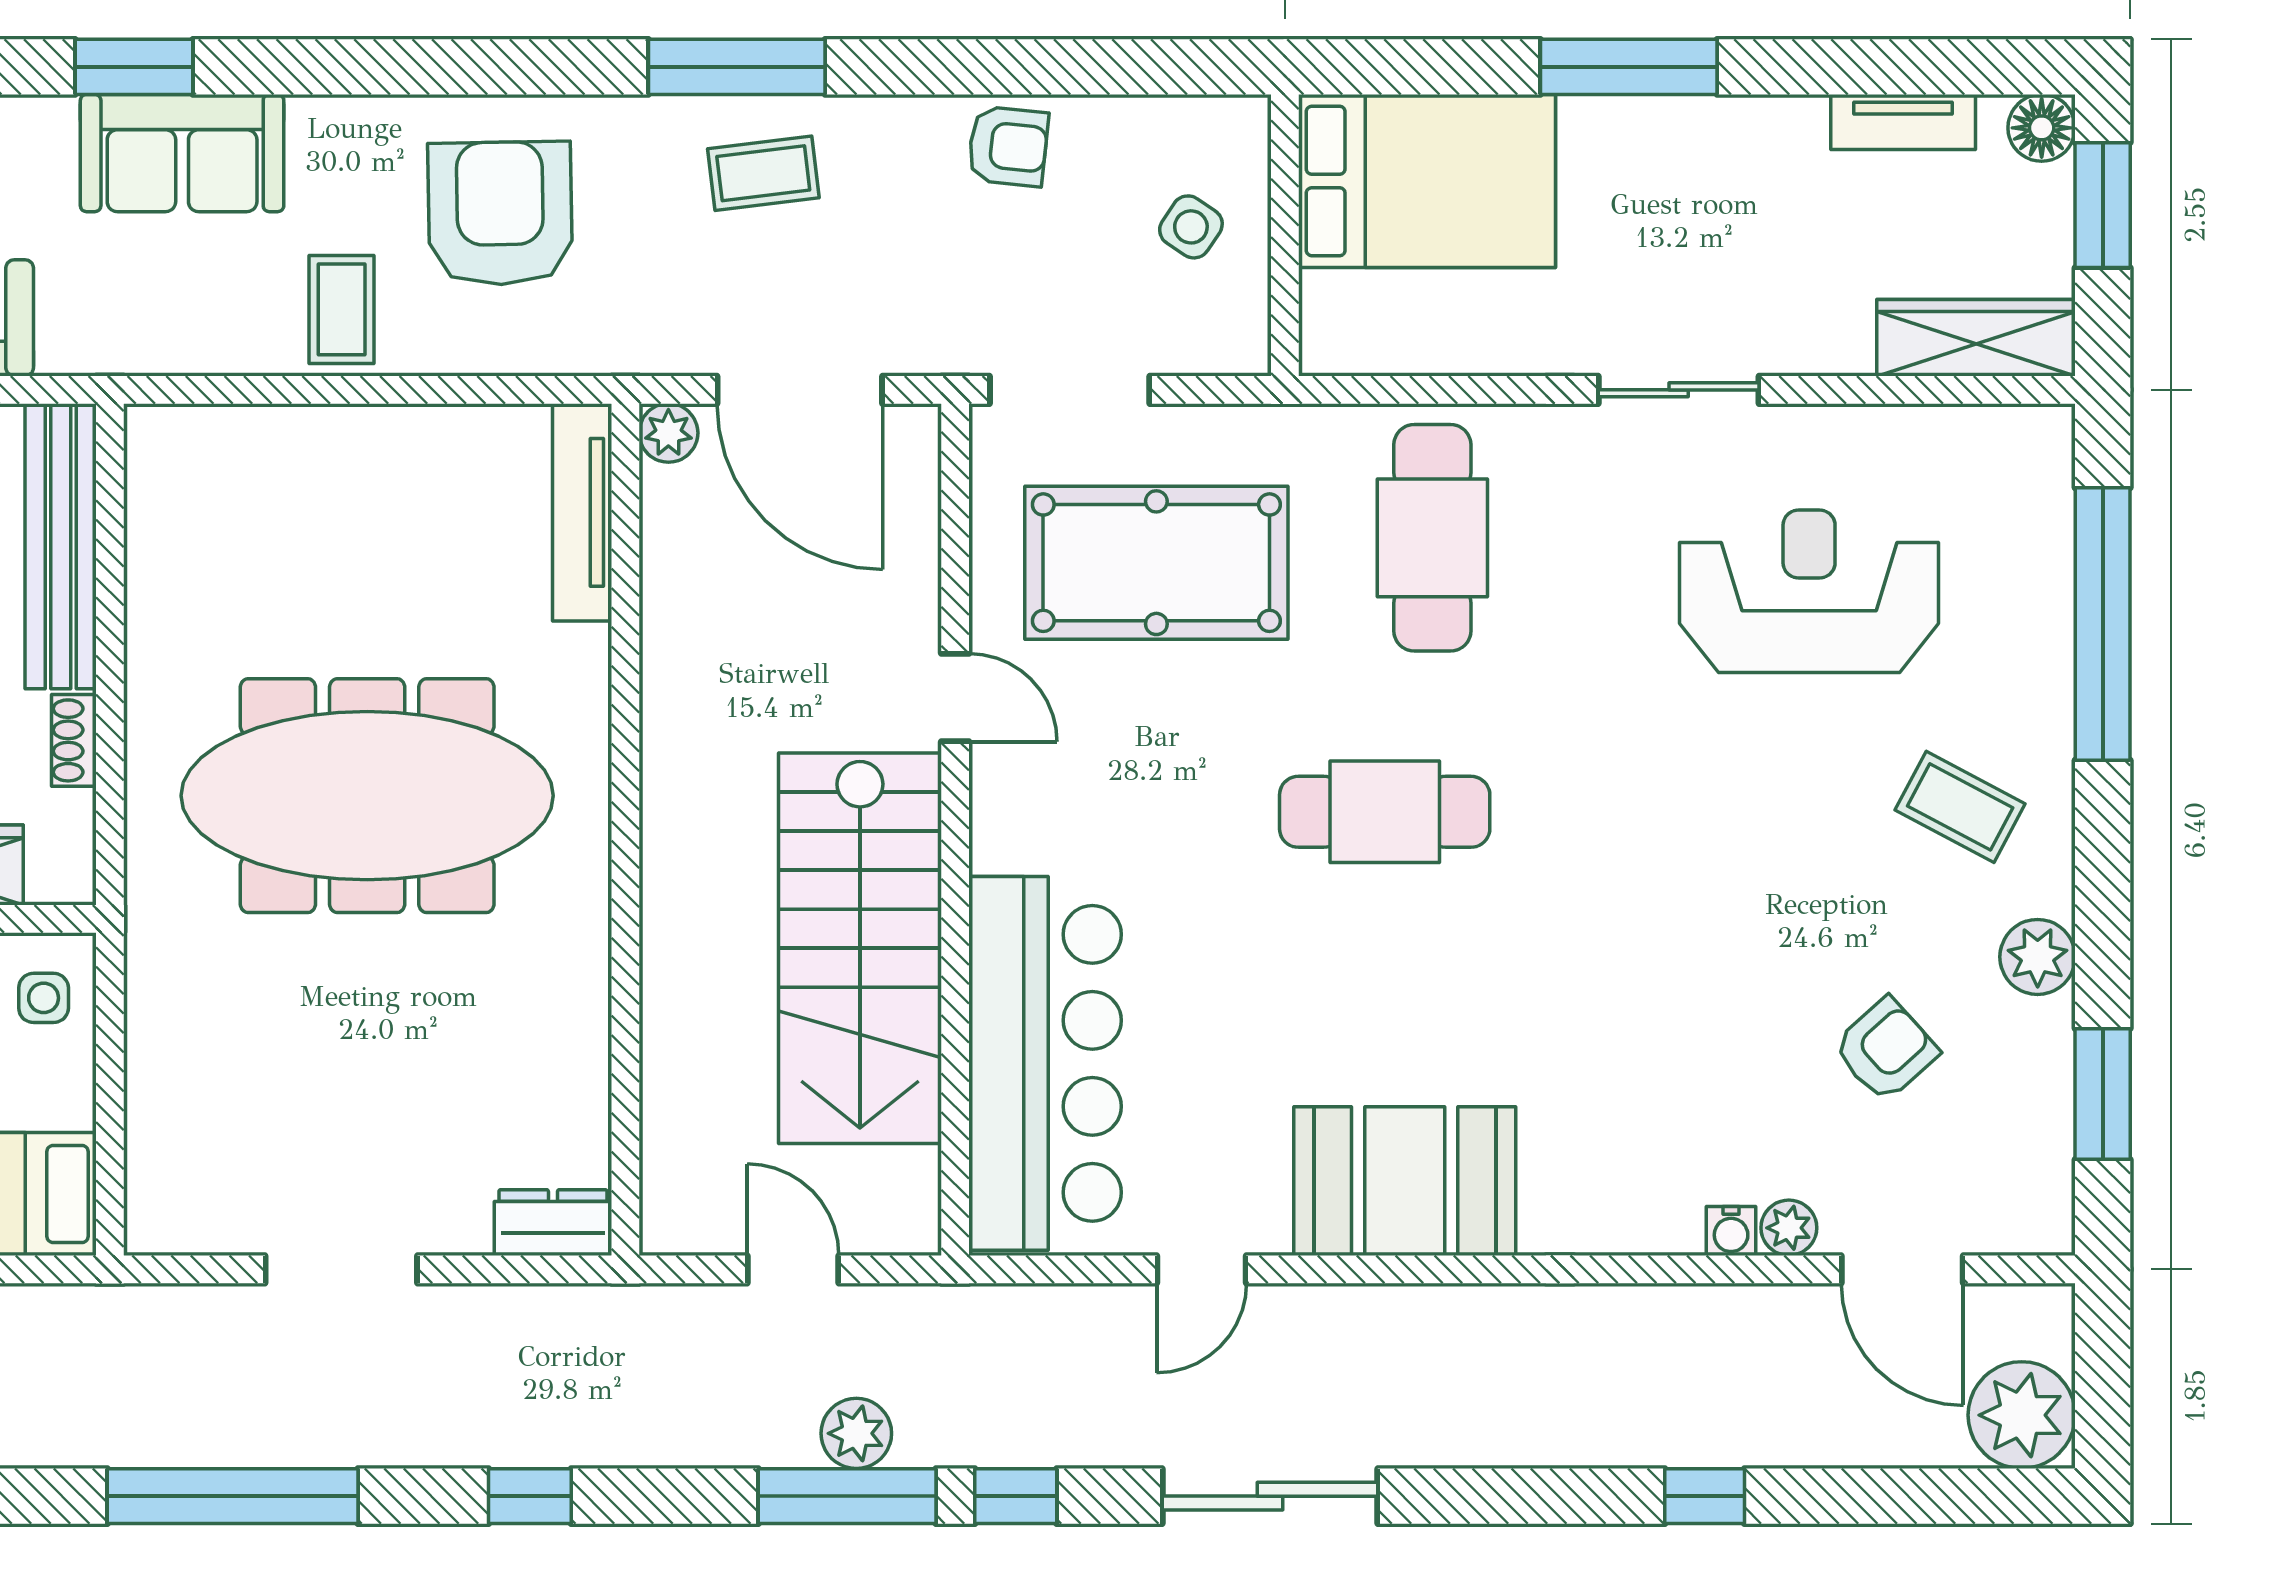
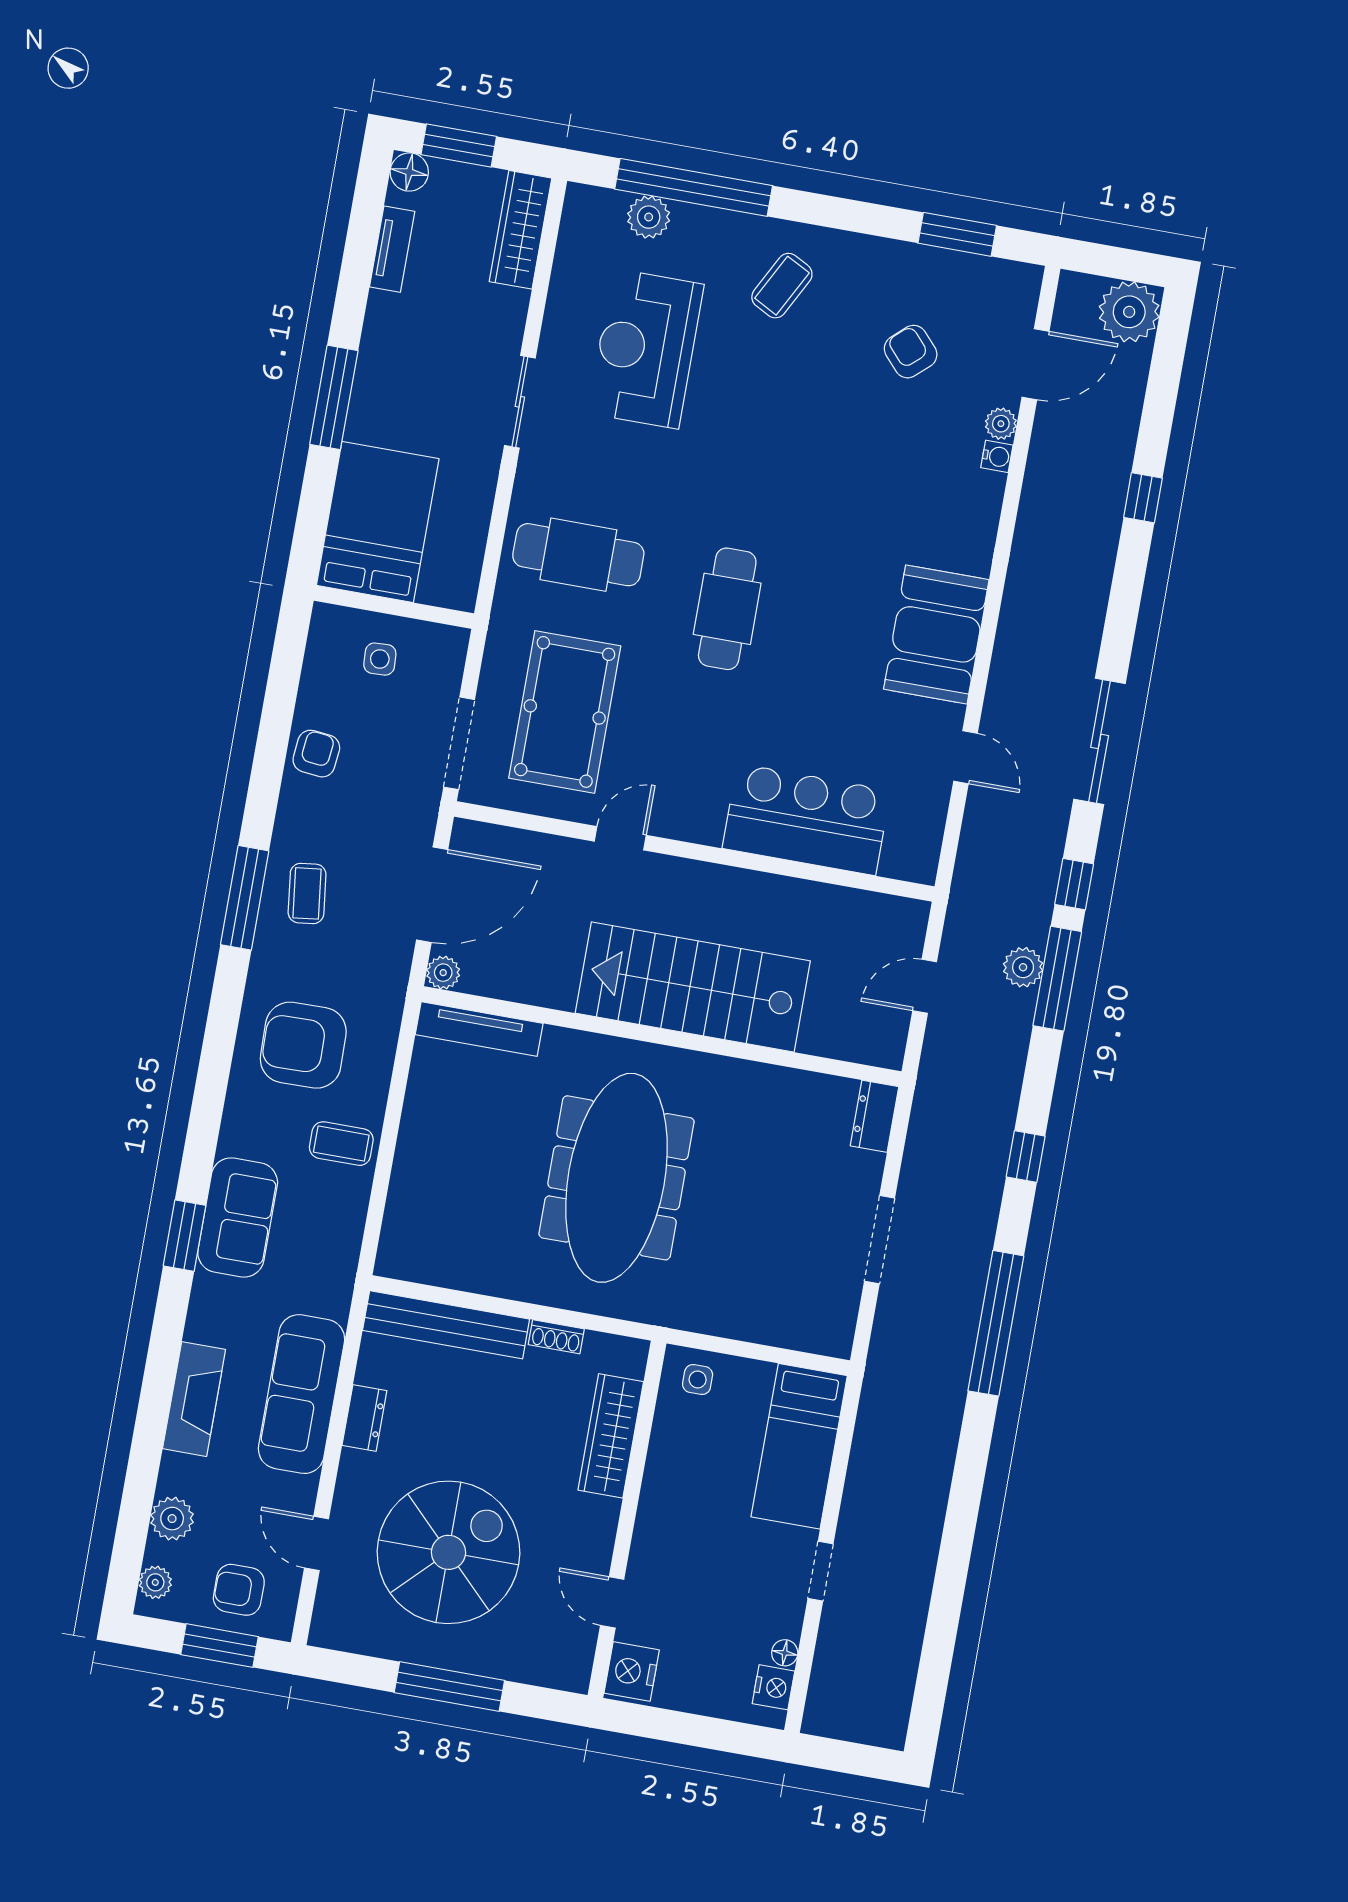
side table: (1191, 227) -> (380, 659), turned -37
stairs: (860, 948) -> (693, 987), moved, turned 180
plant: (2038, 957) -> (649, 217), moved
bar counter: (1045, 1063) -> (806, 819), width x0.73

